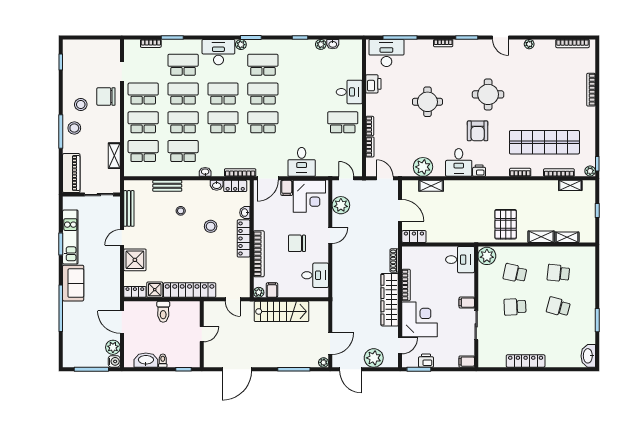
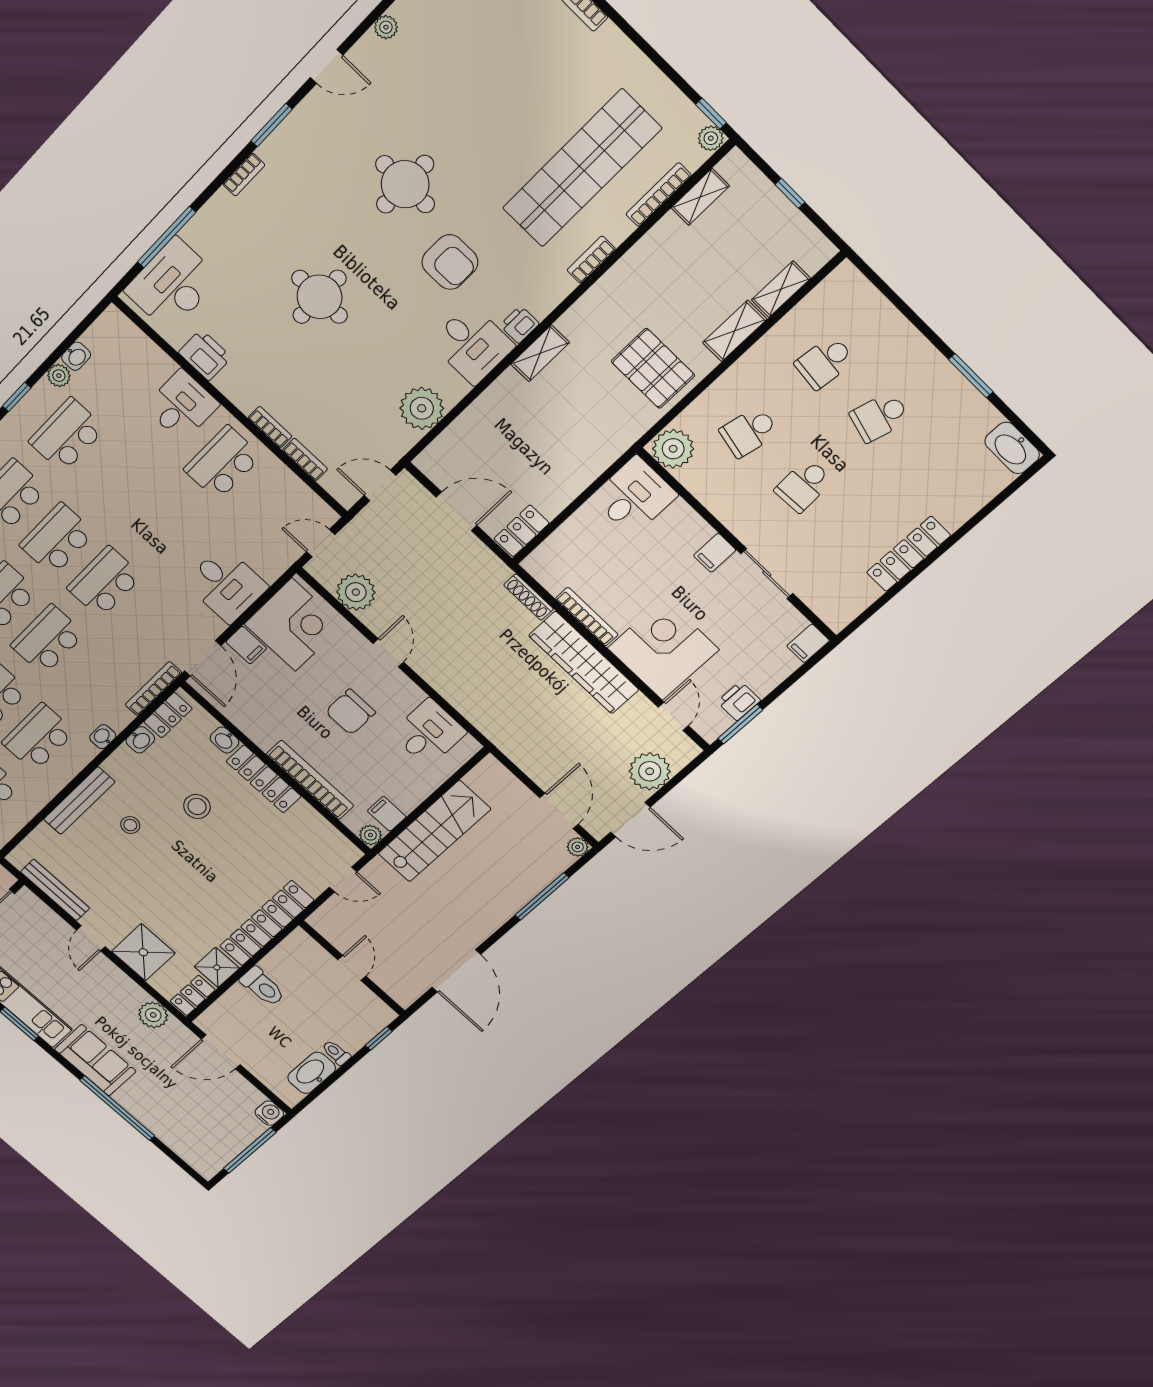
school desk: (303, 65) -> (67, 435), added
bench: (167, 186) -> (79, 801), width x1.36
shelving: (431, 186) -> (540, 353), moved
plant: (113, 347) -> (153, 1015), moved

